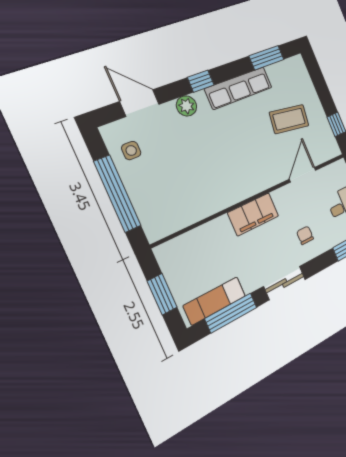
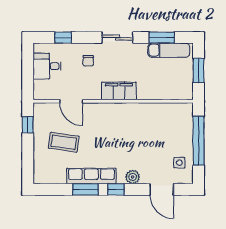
window: (266, 58) -> (85, 189), moved
door: (303, 175) -> (71, 101), hinge flipped
window: (231, 313) -> (162, 38), width x0.69

